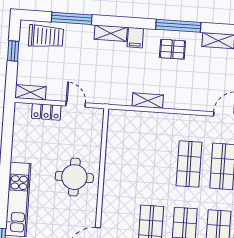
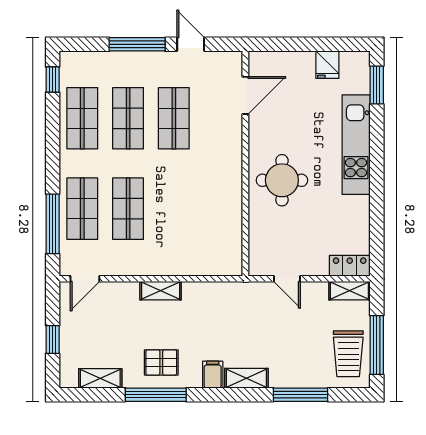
trolley: (46, 36) -> (348, 354), moved, turned -90
window: (13, 51) -> (377, 345), width x2.17
shelving: (148, 101) -> (161, 291), moved
locker: (46, 112) -> (350, 266), moved

